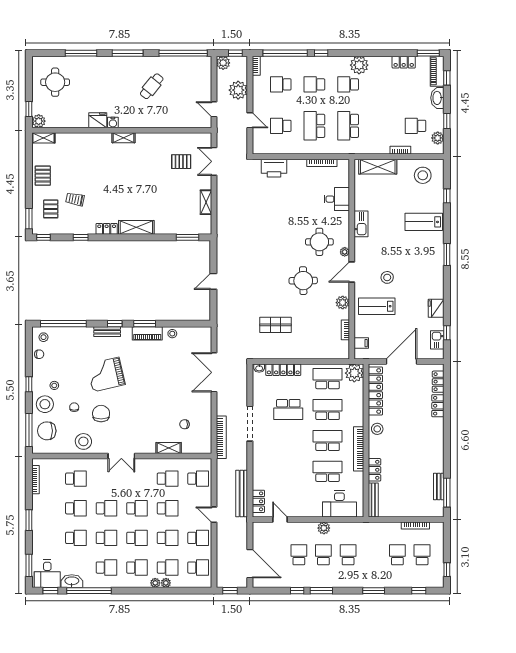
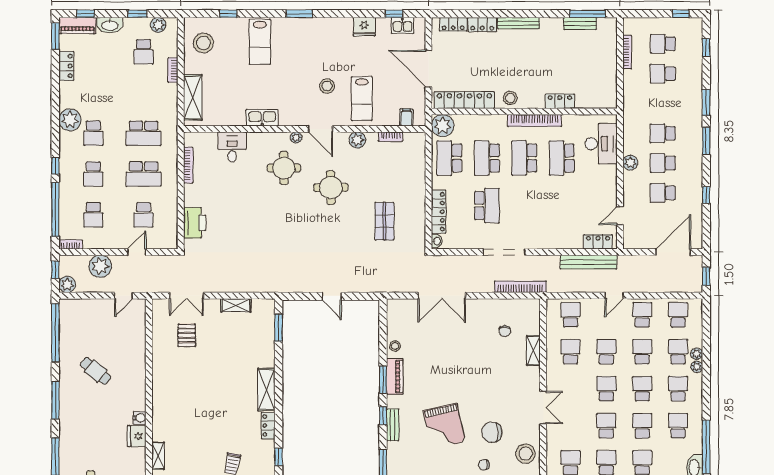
shelving: (123, 138) -> (158, 456), moved
bench: (373, 500) -> (518, 23), moved
window: (321, 591) -> (706, 141), moved

